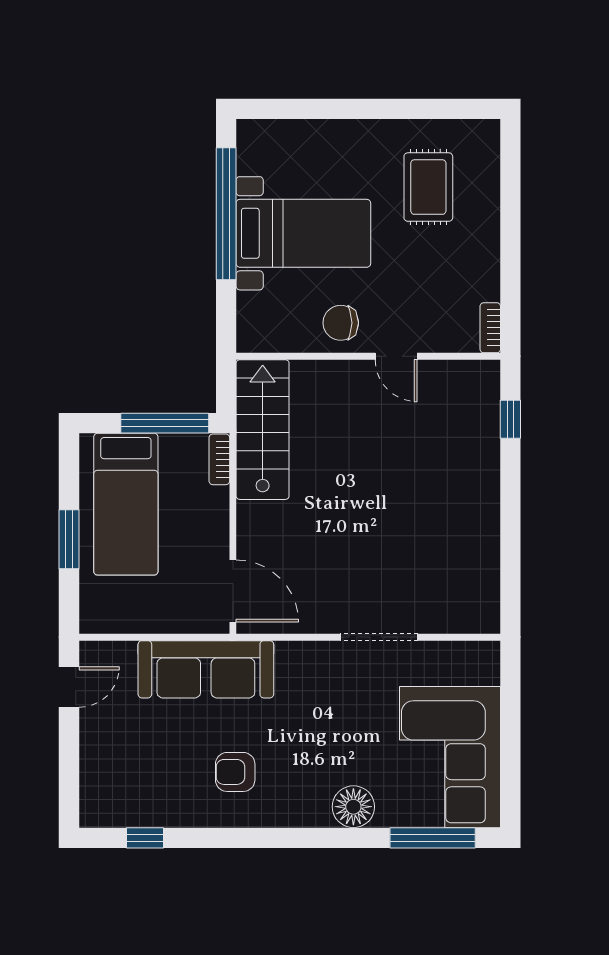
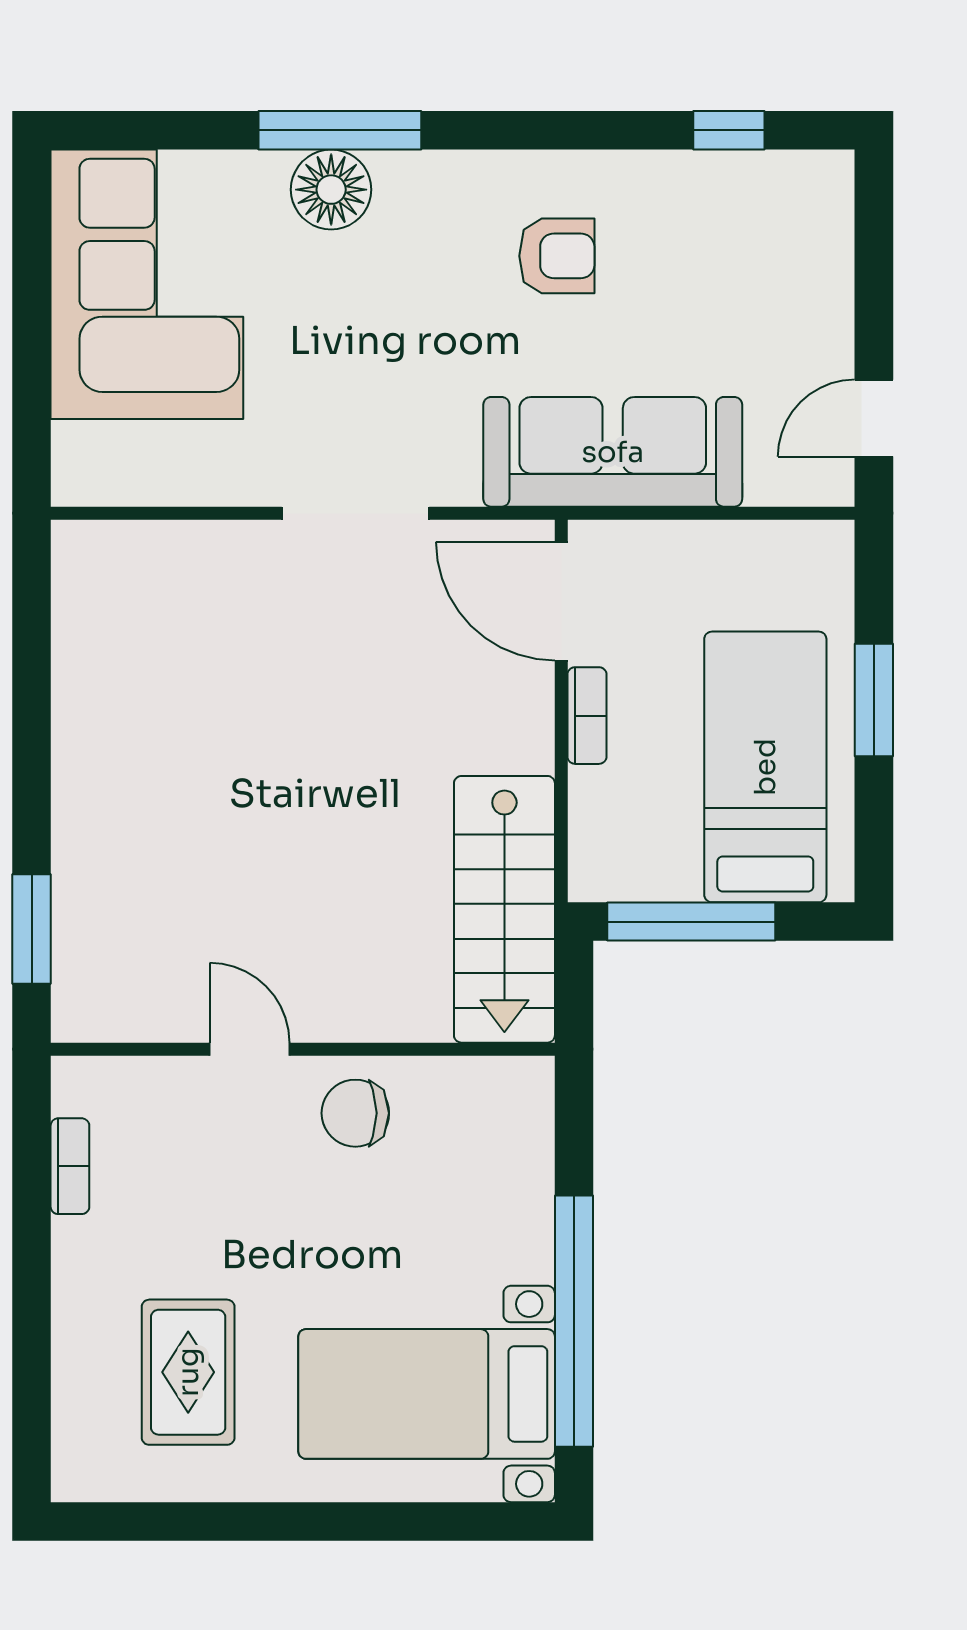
bed with nightstands: (303, 233) -> (427, 1394), moved
chair: (341, 323) -> (355, 1113), turned 180
bookcase: (490, 328) -> (70, 1166), moved
window: (510, 419) -> (32, 929), width x1.50
bookcase: (219, 459) -> (587, 716), moved
doorway: (379, 637) -> (355, 513), moved
window: (433, 838) -> (340, 130), moved

